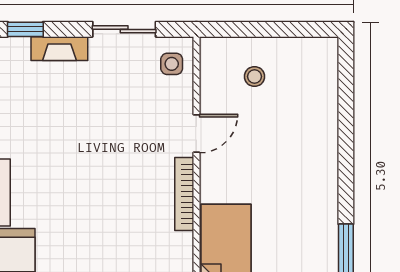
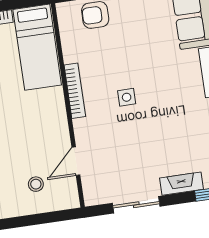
side table: (172, 64) -> (127, 97), moved
door: (196, 134) -> (76, 161), moved

